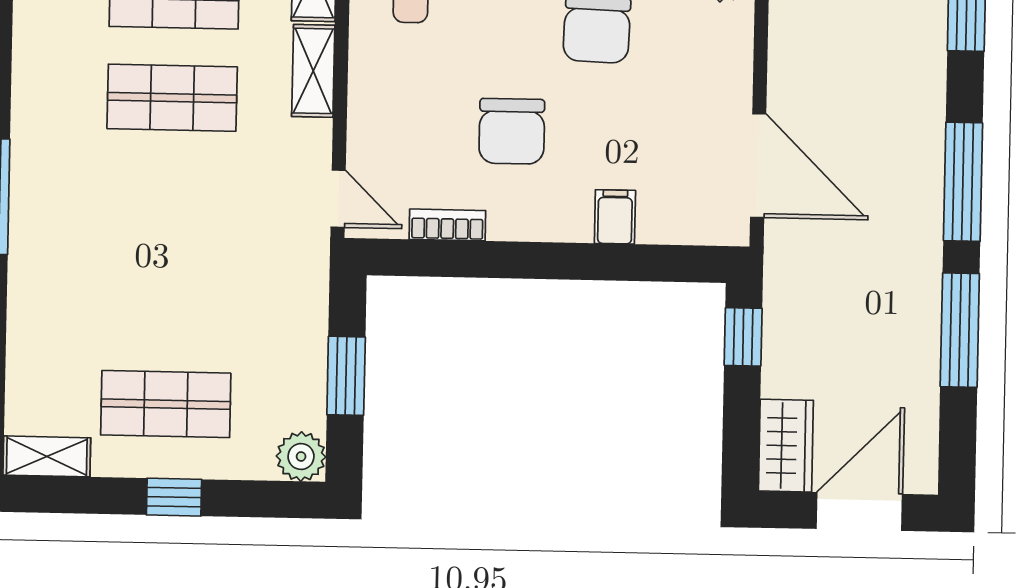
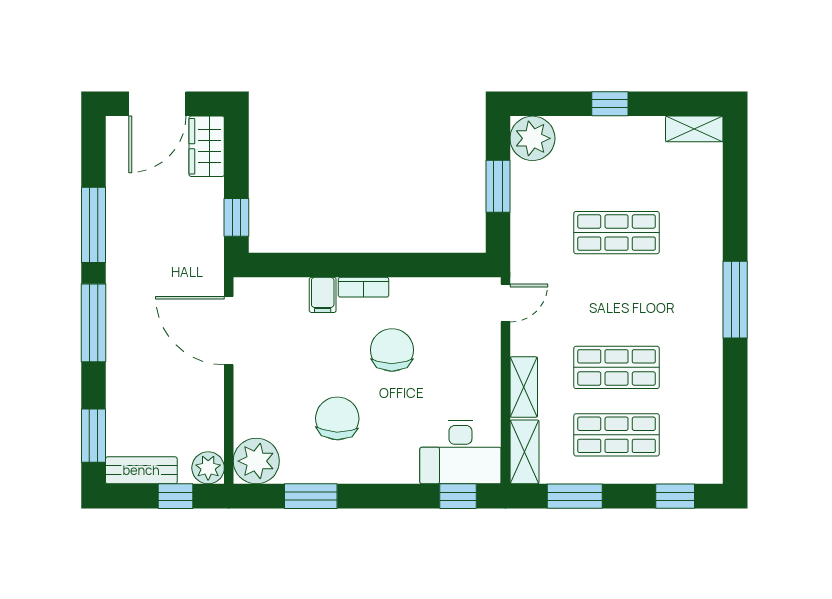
door: (338, 199) -> (506, 303), swing flipped
bookcase: (447, 225) -> (363, 287), moved
shop shelf: (166, 404) -> (617, 233), moved
plant: (301, 456) -> (532, 138), width x1.36, depth x1.36

